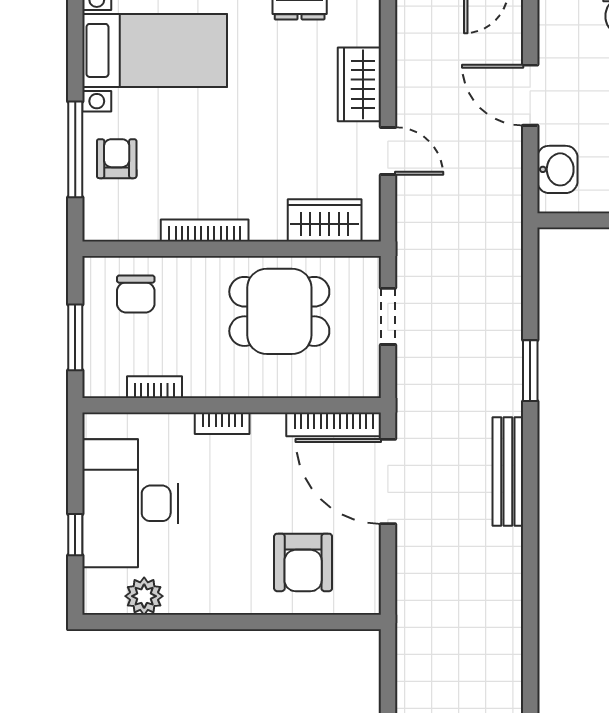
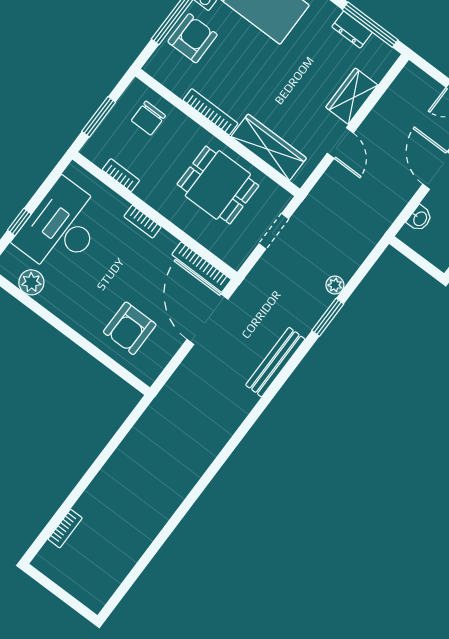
armchair: (117, 159) -> (193, 38), width x1.38, depth x1.38
washbasin: (557, 169) -> (420, 218), width x0.72, depth x0.69
wardrobe: (325, 220) -> (269, 147), width x1.50
plant: (510, 326) -> (335, 285), added

